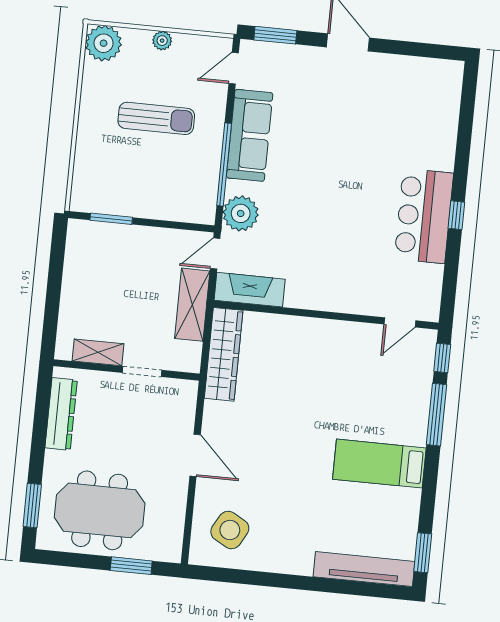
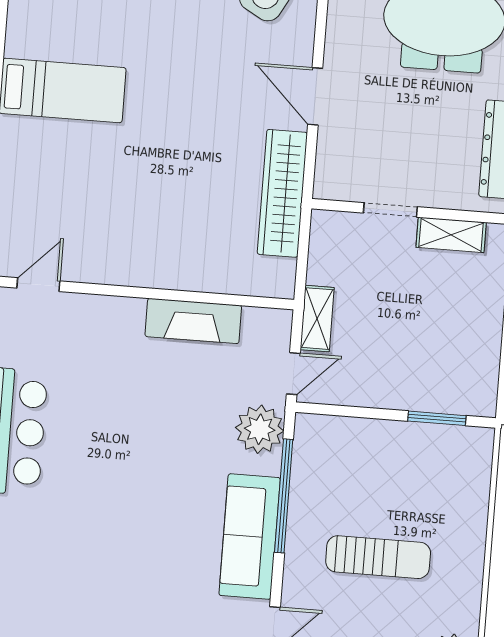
sun lounger: (156, 118) -> (378, 557), turned 180
fireplace: (250, 290) -> (193, 321), moved
shelving: (192, 305) -> (317, 319), width x0.67, depth x0.75
wardrobe: (224, 354) -> (282, 193), moved

